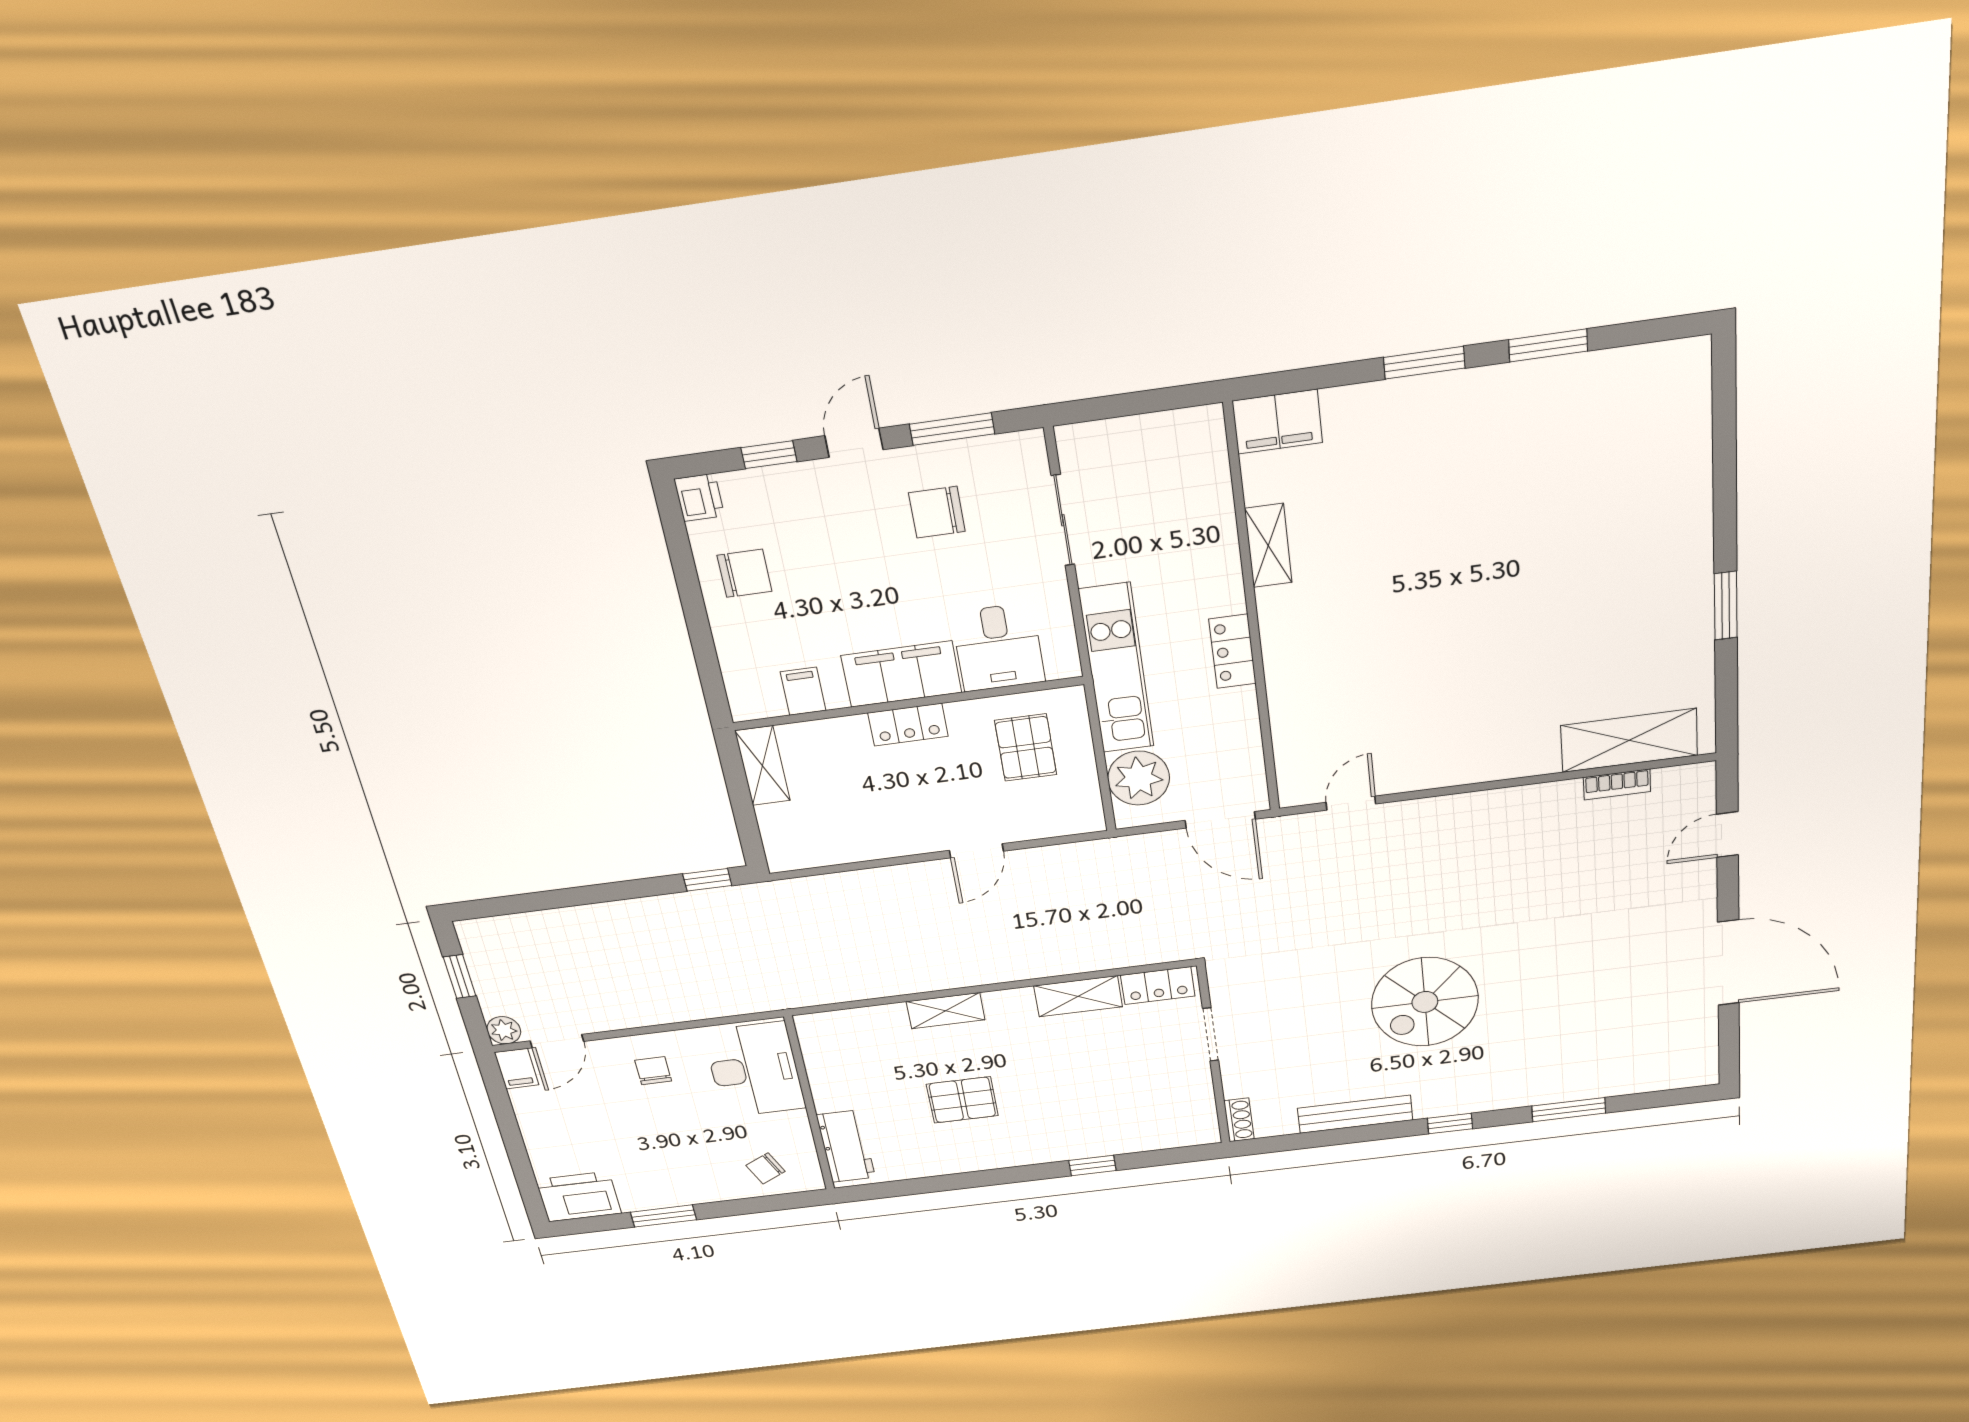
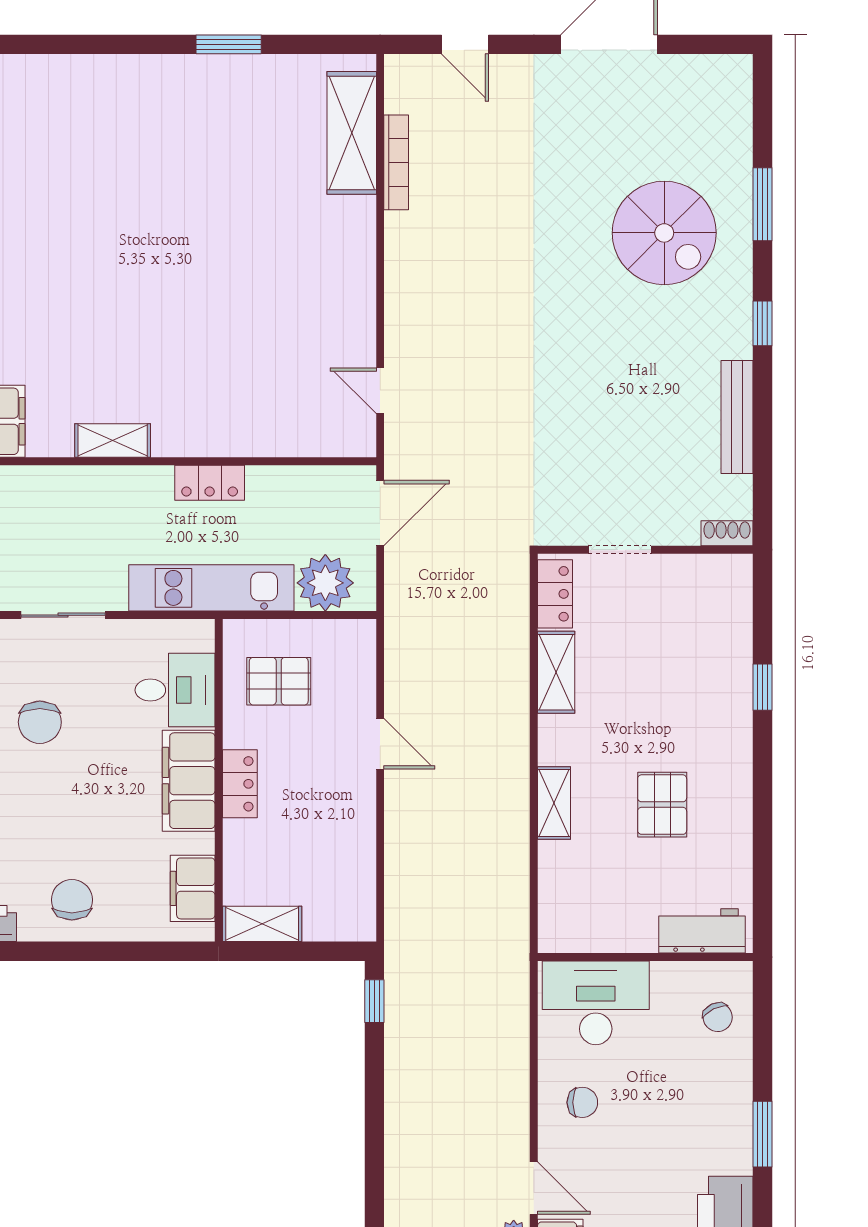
filing cabinet: (803, 691) -> (193, 888), width x2.00
bookcase: (1617, 784) -> (396, 162), width x1.56
spiral stairs: (1425, 1002) -> (664, 233), moved
chair: (653, 1071) -> (582, 1102), turned 180

